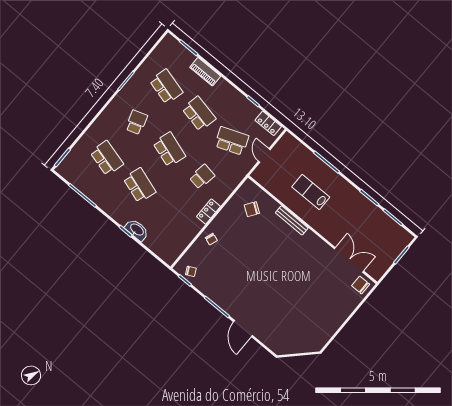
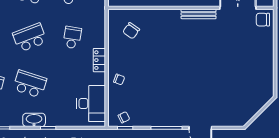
school desk: (169, 149) -> (30, 38), turned -39
bench: (292, 220) -> (199, 14), moved
washbasin: (137, 230) -> (34, 120), moved
desk: (174, 240) -> (91, 103), added

